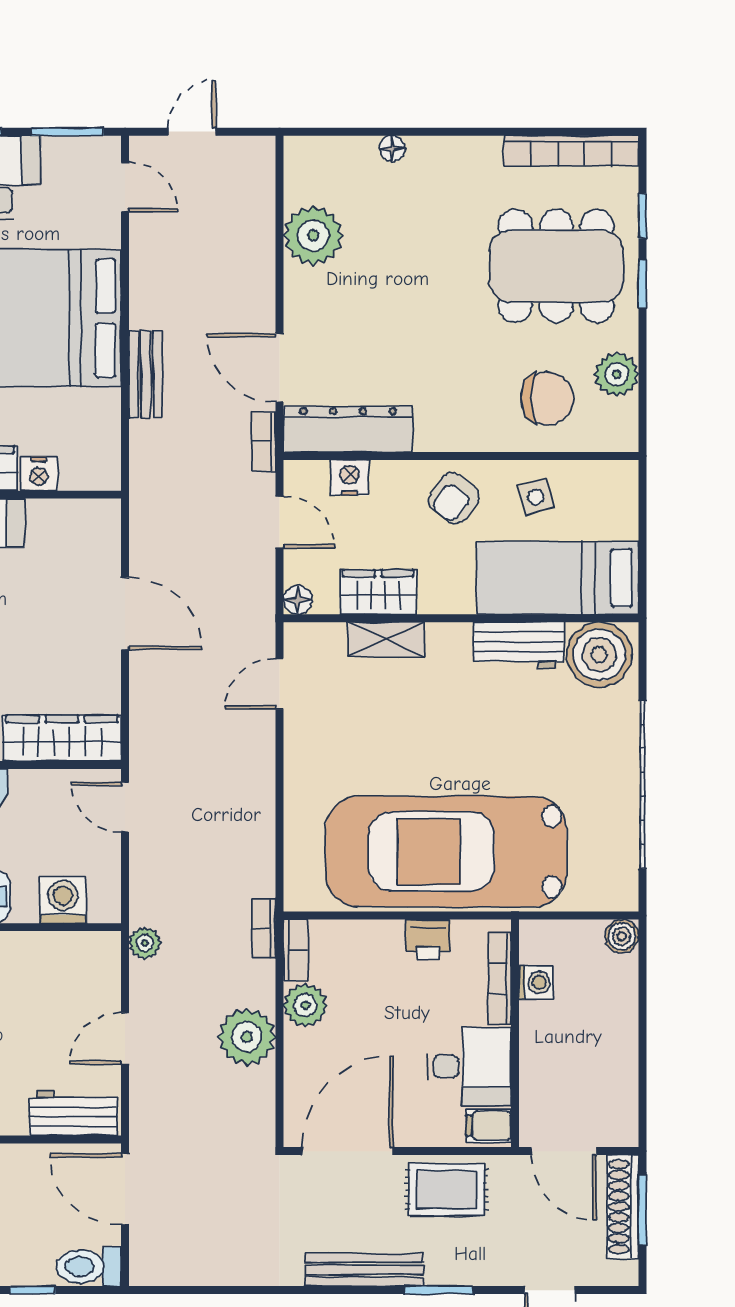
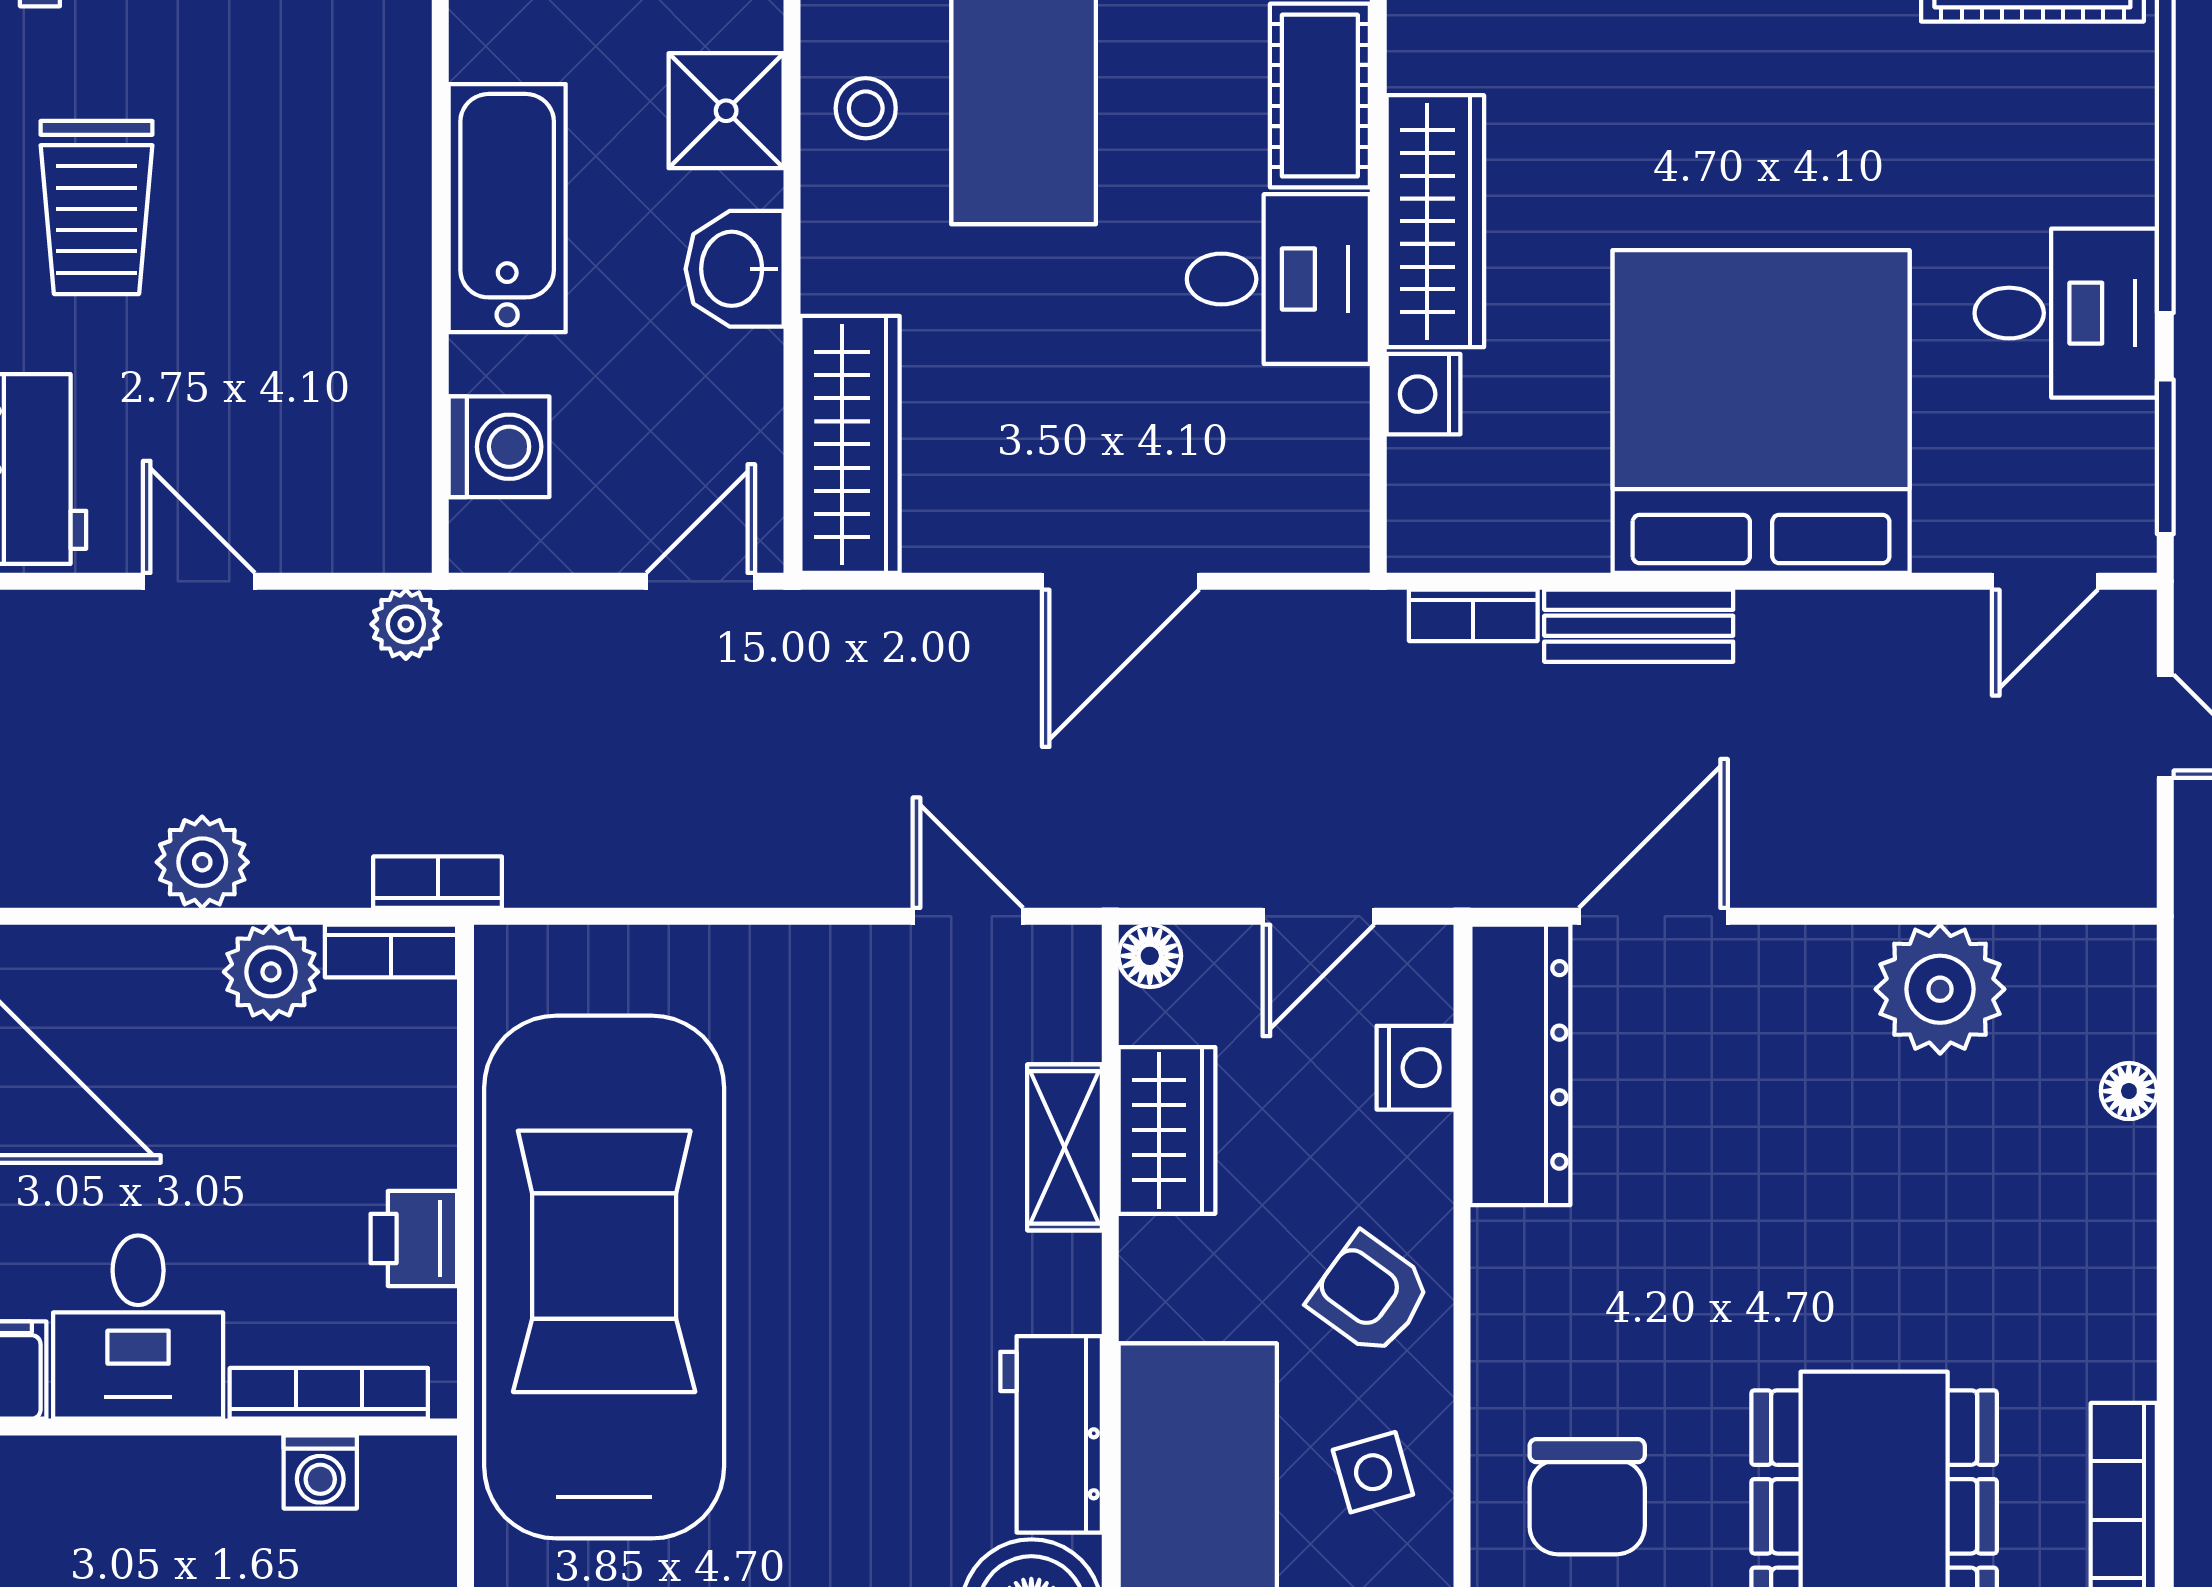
floor lamp: (392, 148) -> (2129, 1091), moved
bookcase: (264, 441) -> (1473, 615), moved, turned 180
plant: (247, 1037) -> (202, 862), width x0.73, depth x0.73

